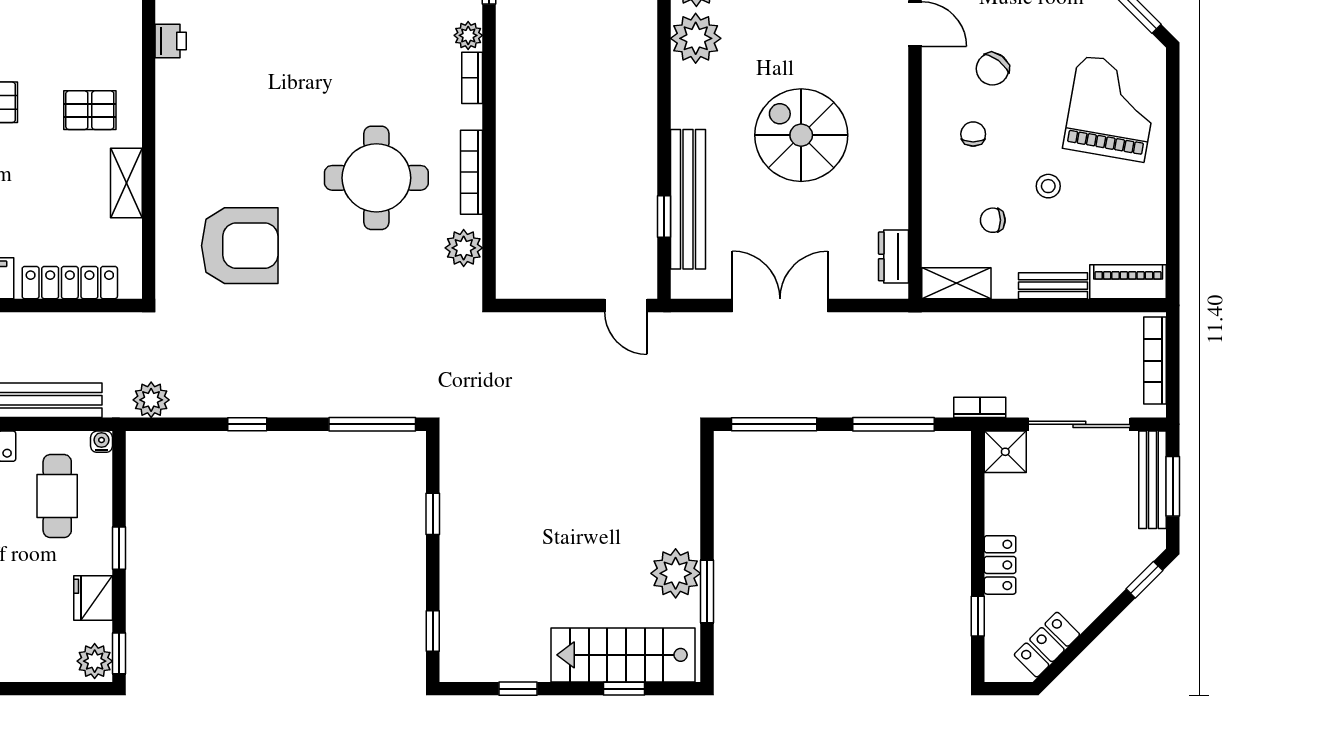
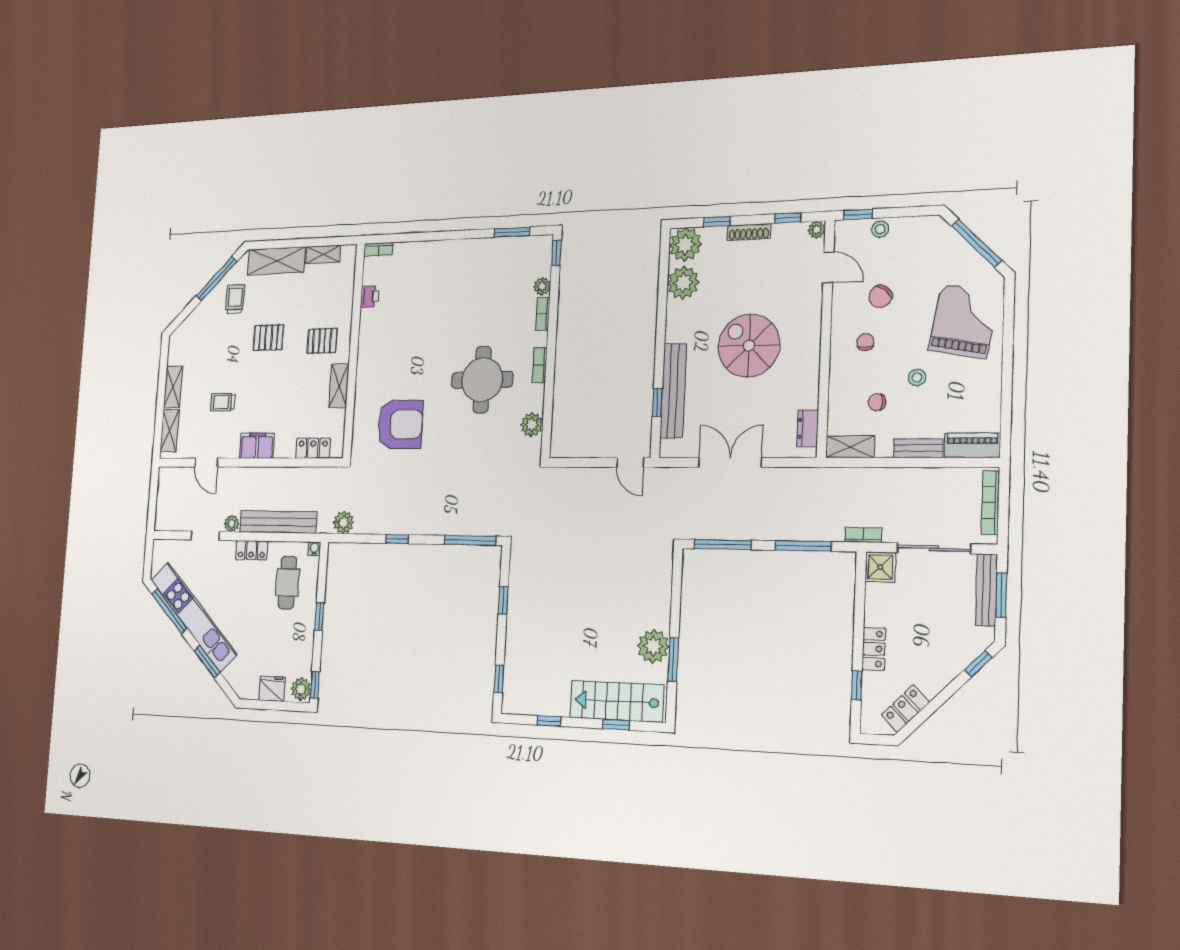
bookcase: (472, 172) -> (540, 365), width x0.64
locker: (70, 283) -> (313, 448), width x0.66
fridge: (93, 598) -> (272, 689), moved, turned 90

